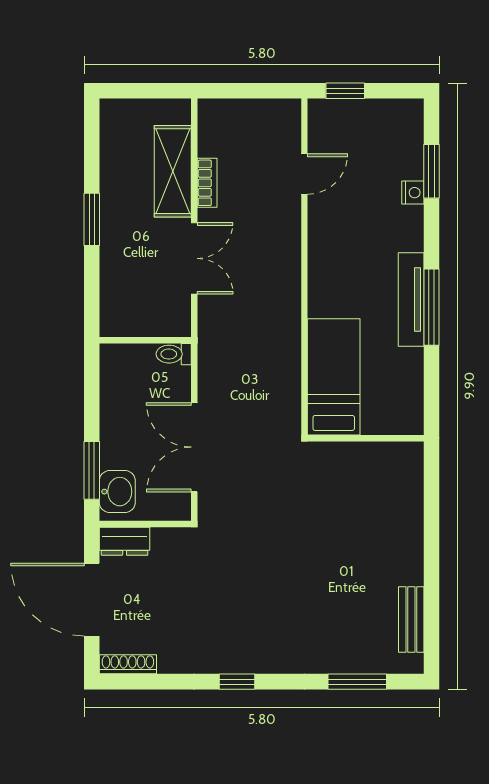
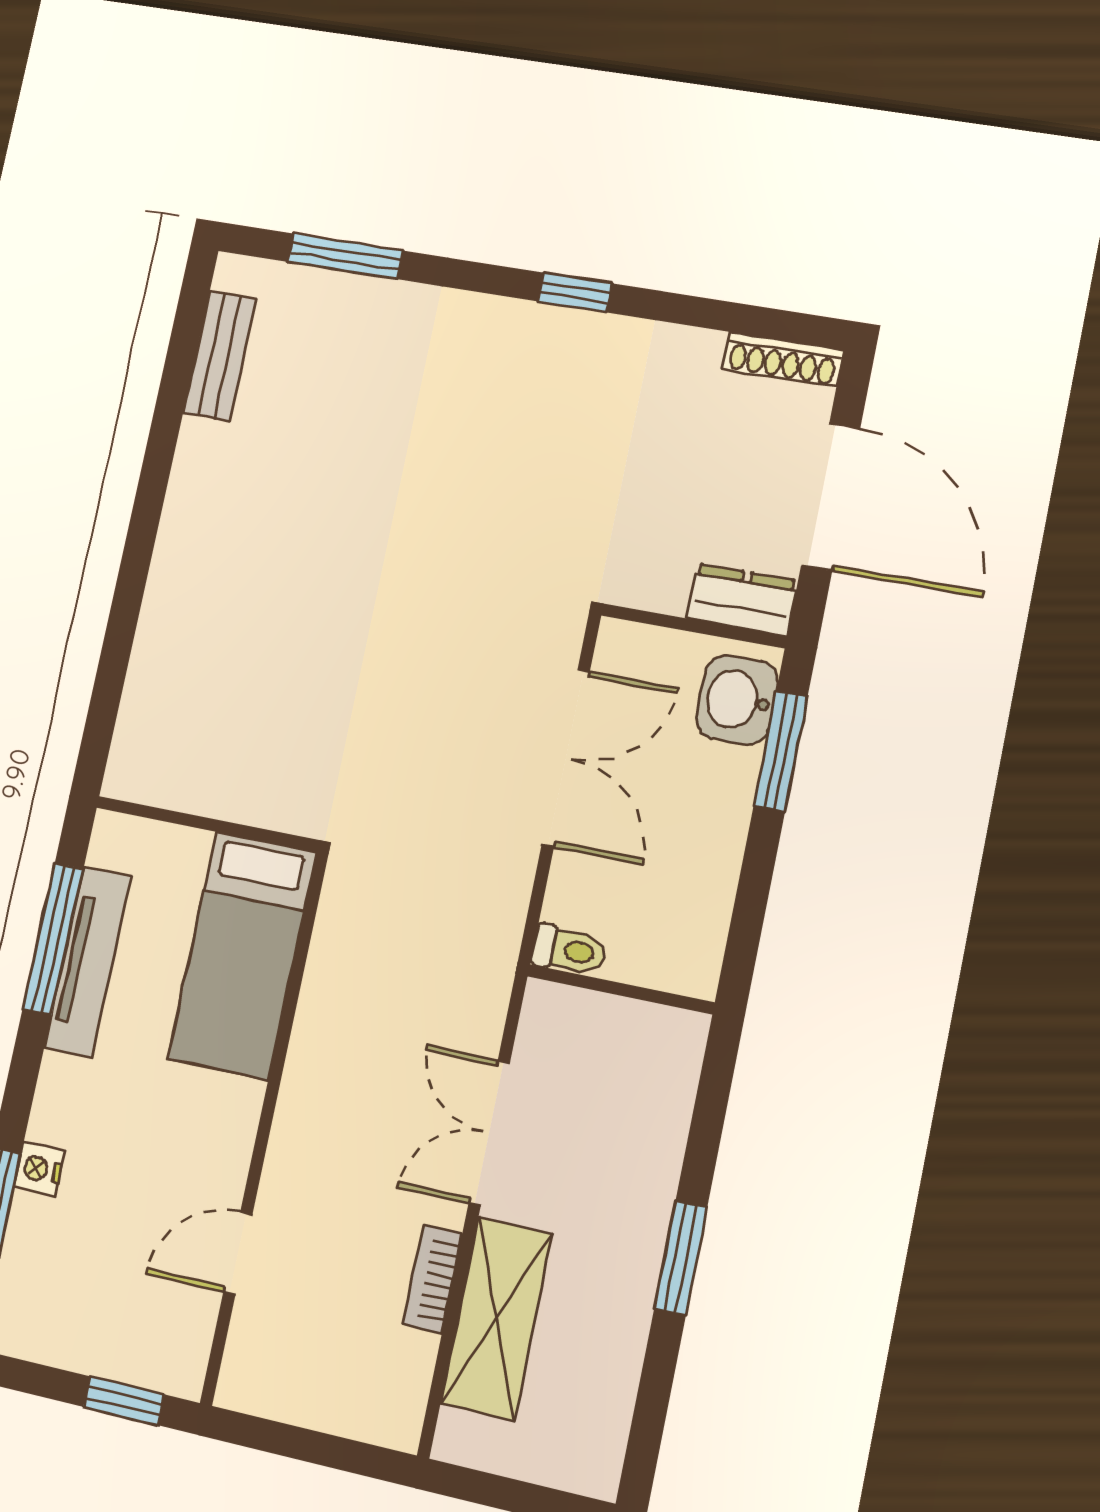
bed: (334, 377) -> (242, 955), moved
wall: (366, 438) -> (207, 824), moved

